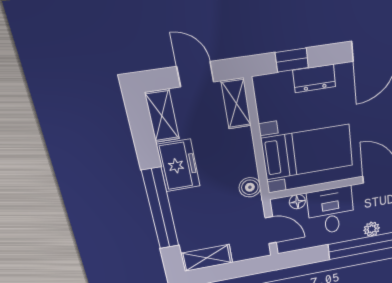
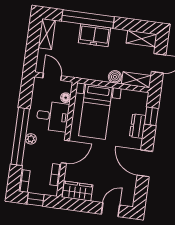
freezer: (178, 165) -> (94, 35), moved
boiler: (250, 187) -> (115, 77), moved
door: (271, 230) -> (52, 77), swing flipped

